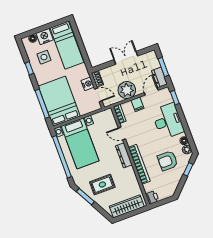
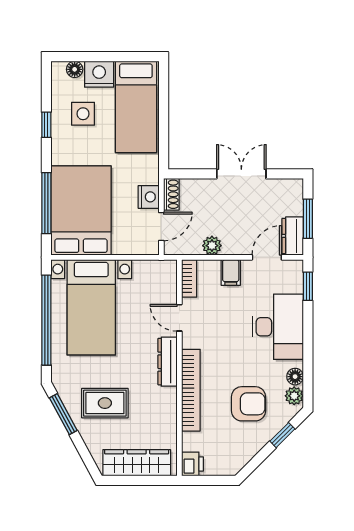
plant: (127, 90) -> (212, 246), width x0.53, depth x0.53
door: (98, 95) -> (161, 226), hinge flipped
armchair: (168, 161) -> (248, 404), turned 180

